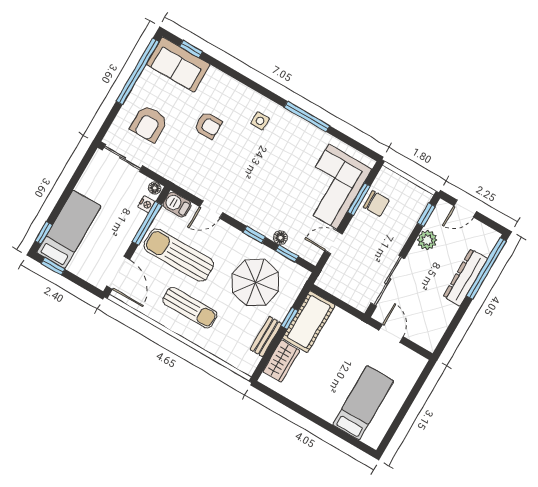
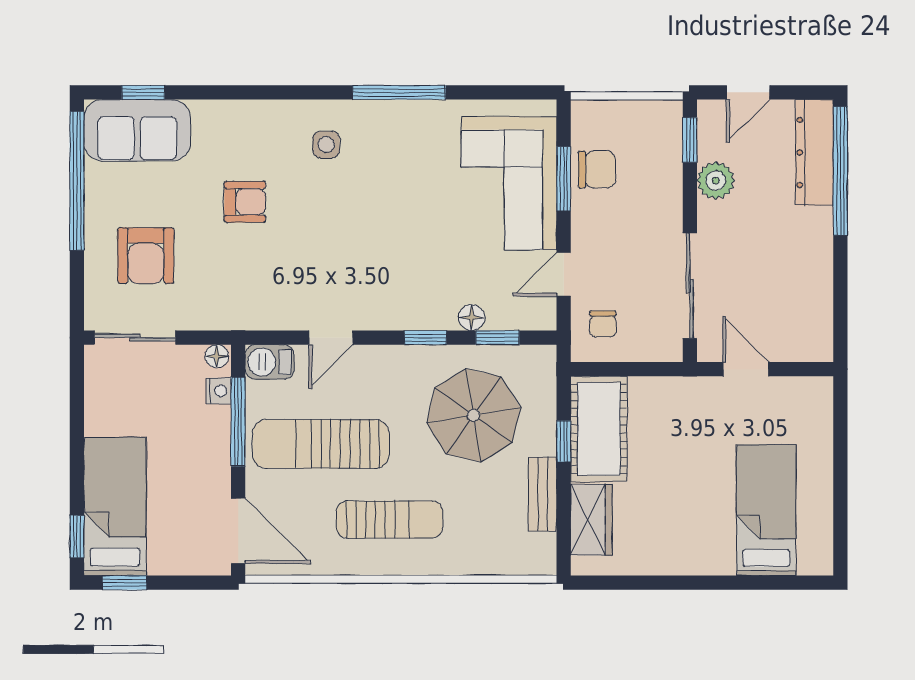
chair: (338, 275) -> (603, 324), added
dresser: (465, 278) -> (814, 152), moved

